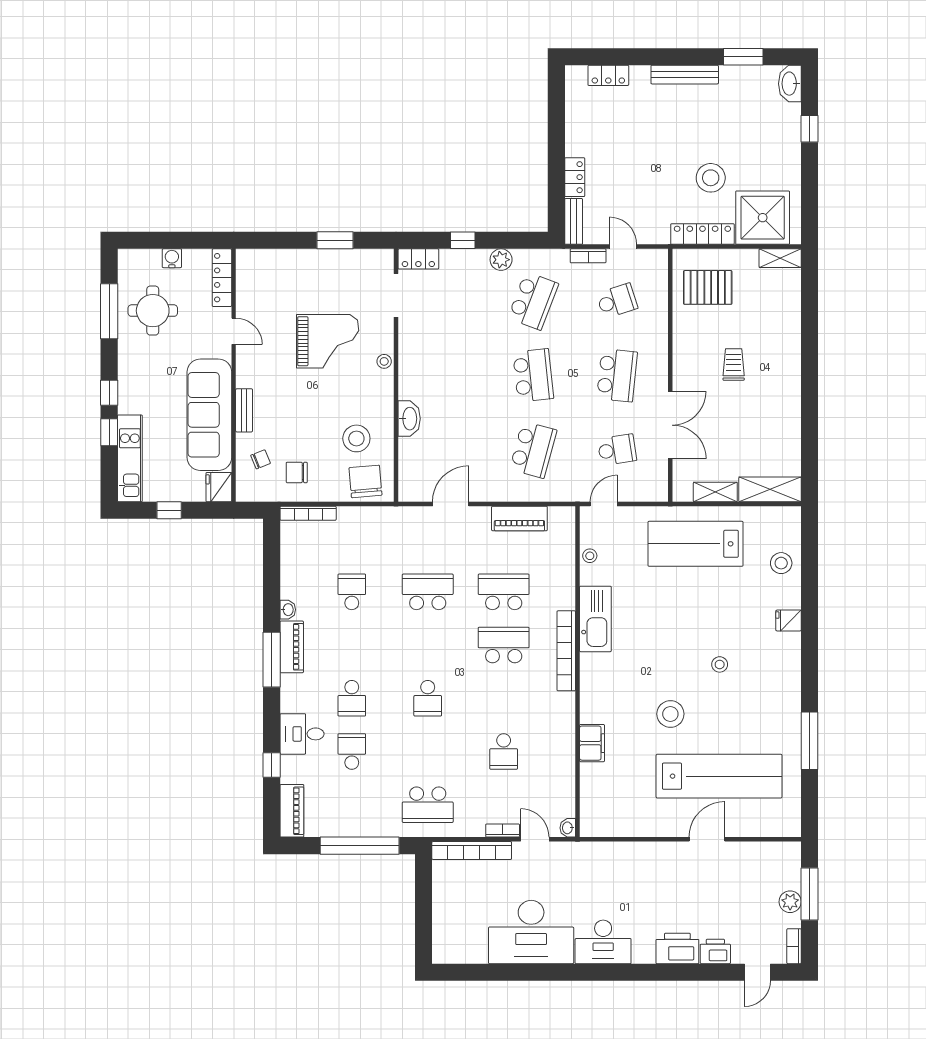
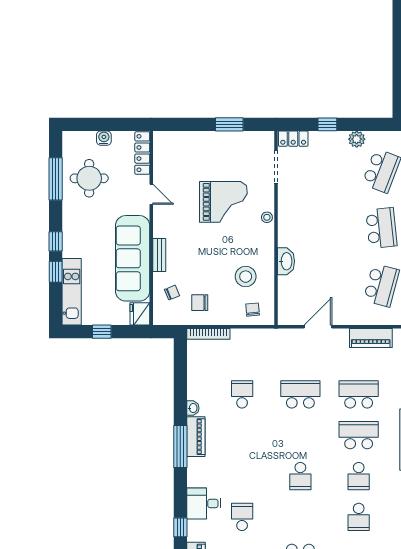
chair: (365, 481) -> (253, 310), width x0.54, depth x0.54
school desk: (352, 698) -> (359, 476), moved

